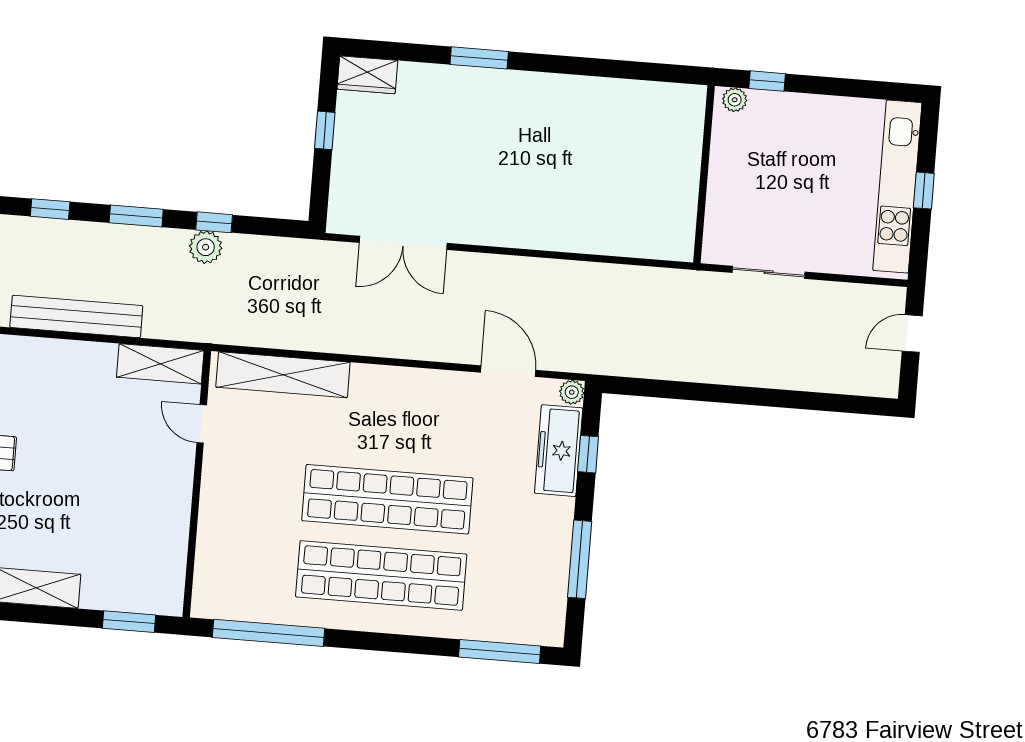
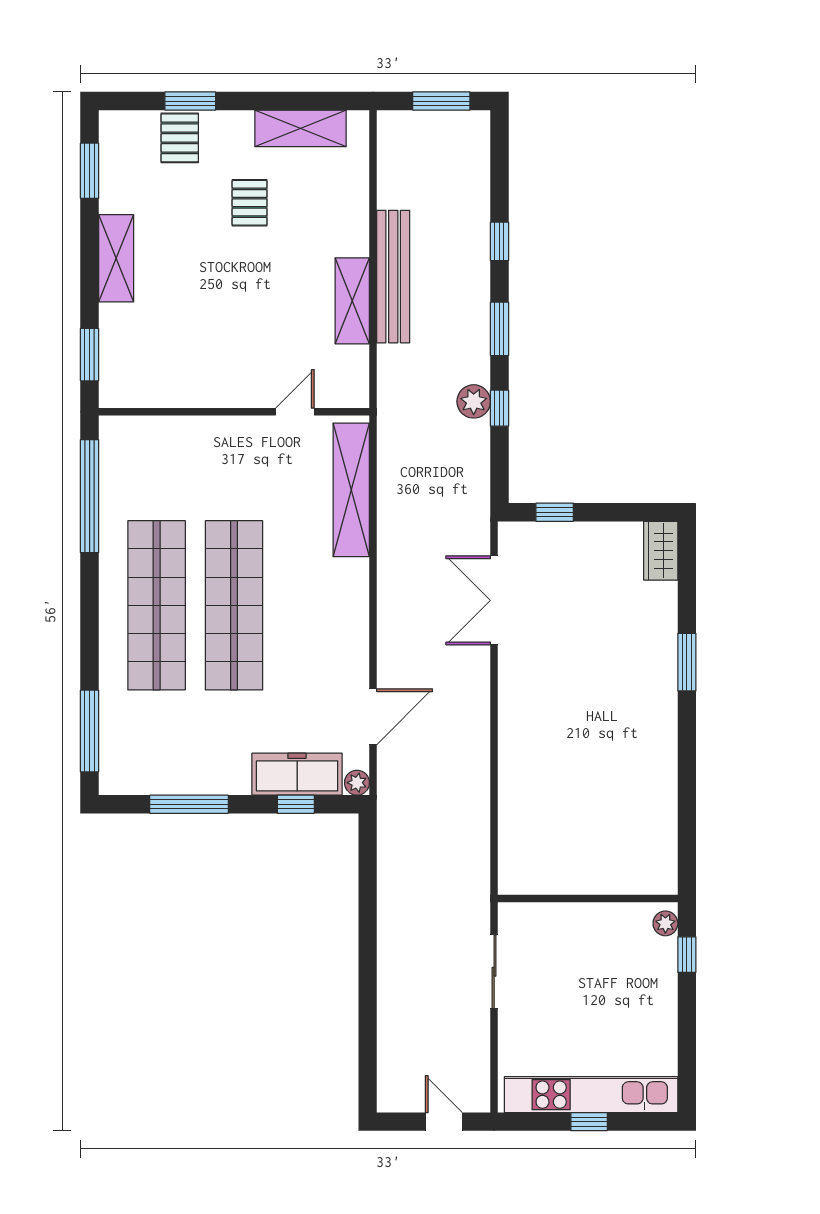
window: (325, 130) -> (555, 512), moved
shelving: (160, 364) -> (352, 301), moved

